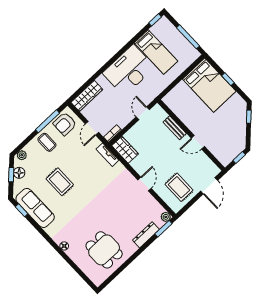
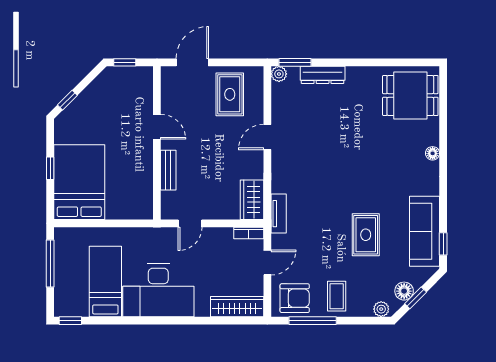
dining table: (104, 250) -> (410, 95), moved, turned 90

